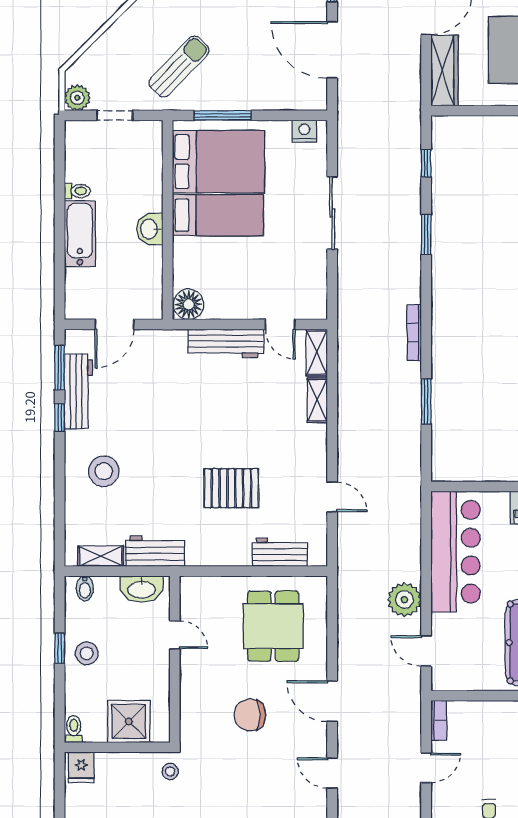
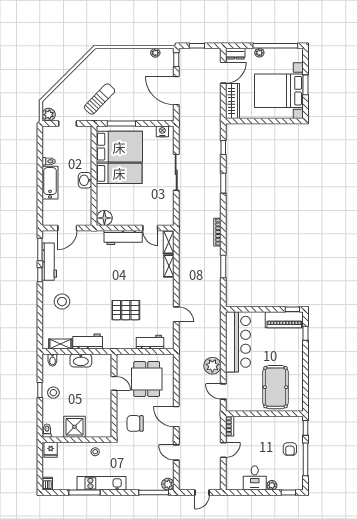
door: (175, 635) -> (114, 383), moved
wall: (175, 659) -> (114, 396), moved

